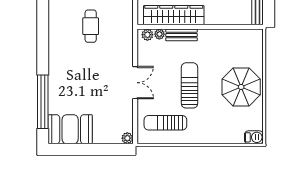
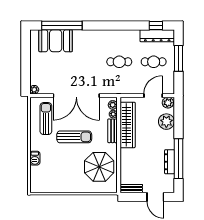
double door: (135, 83) -> (76, 96), width x1.87
parasol: (241, 87) -> (99, 167), moved
booth: (70, 129) -> (56, 41), moved, turned 90
barbecue: (254, 137) -> (35, 158), moved

